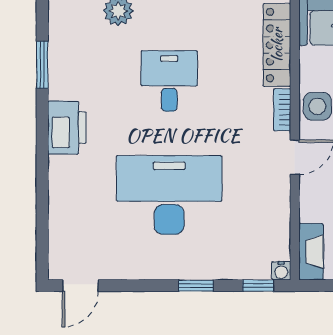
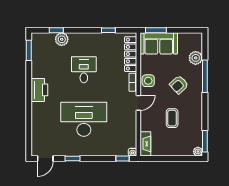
window: (42, 65) -> (29, 50), moved
window: (196, 286) -> (72, 159), moved

